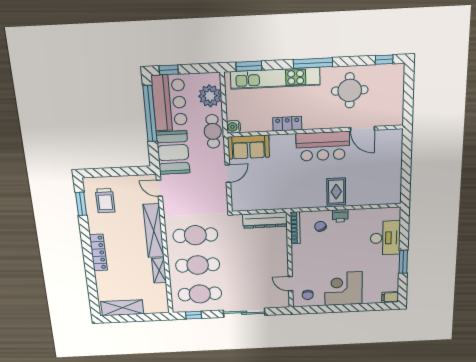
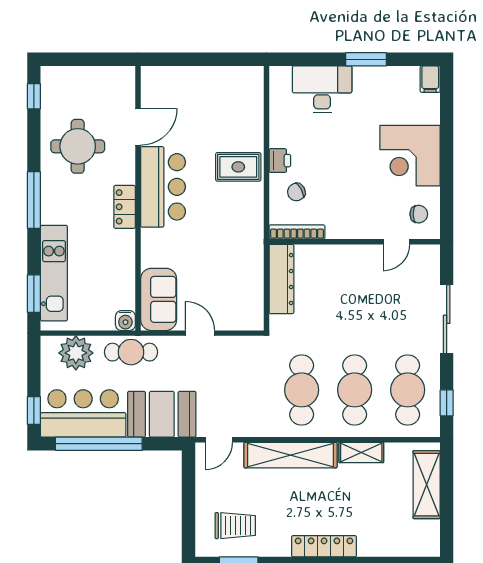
kitchen unit: (275, 78) -> (54, 273), width x0.73
locker: (287, 124) -> (125, 207), moved
shelving: (122, 308) -> (427, 485), moved

